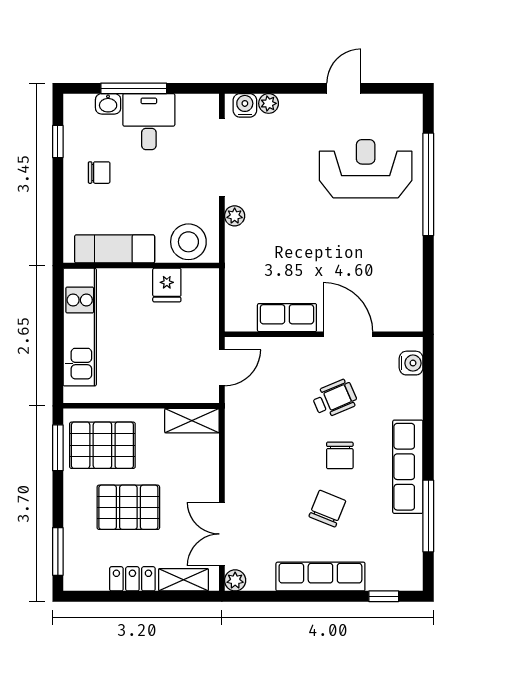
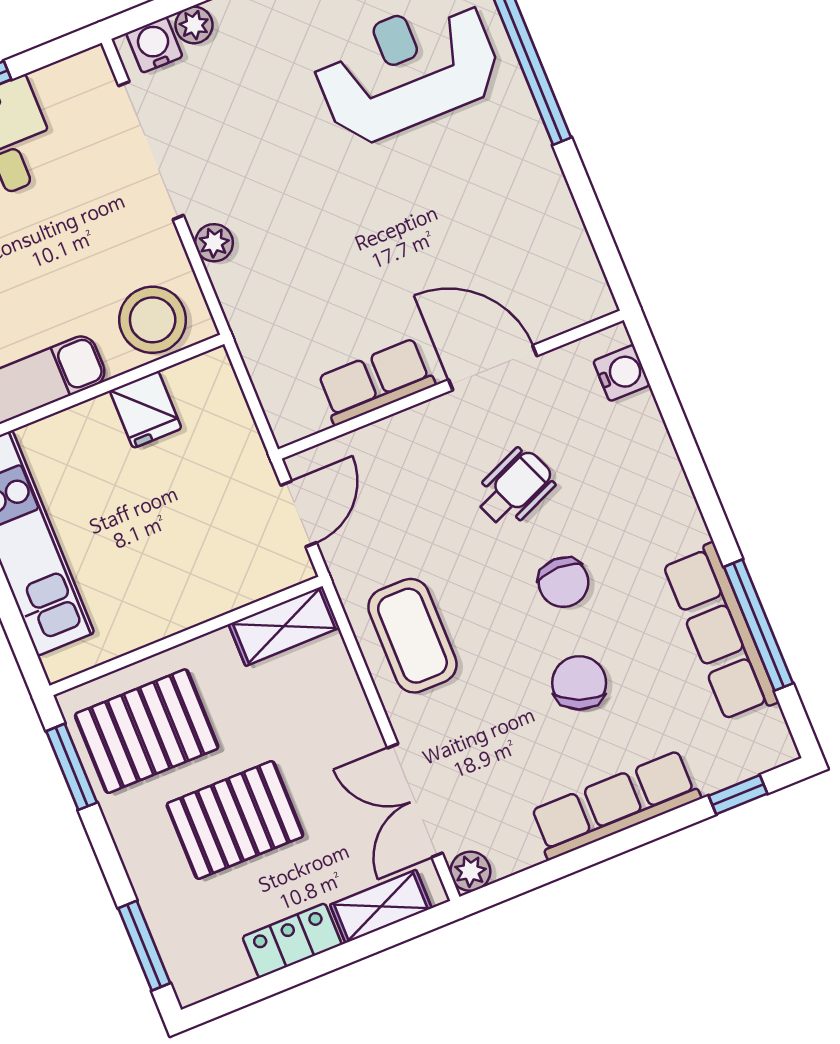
coffee table: (254, 451) -> (412, 636), added
row of seats: (408, 467) -> (720, 632), moved

